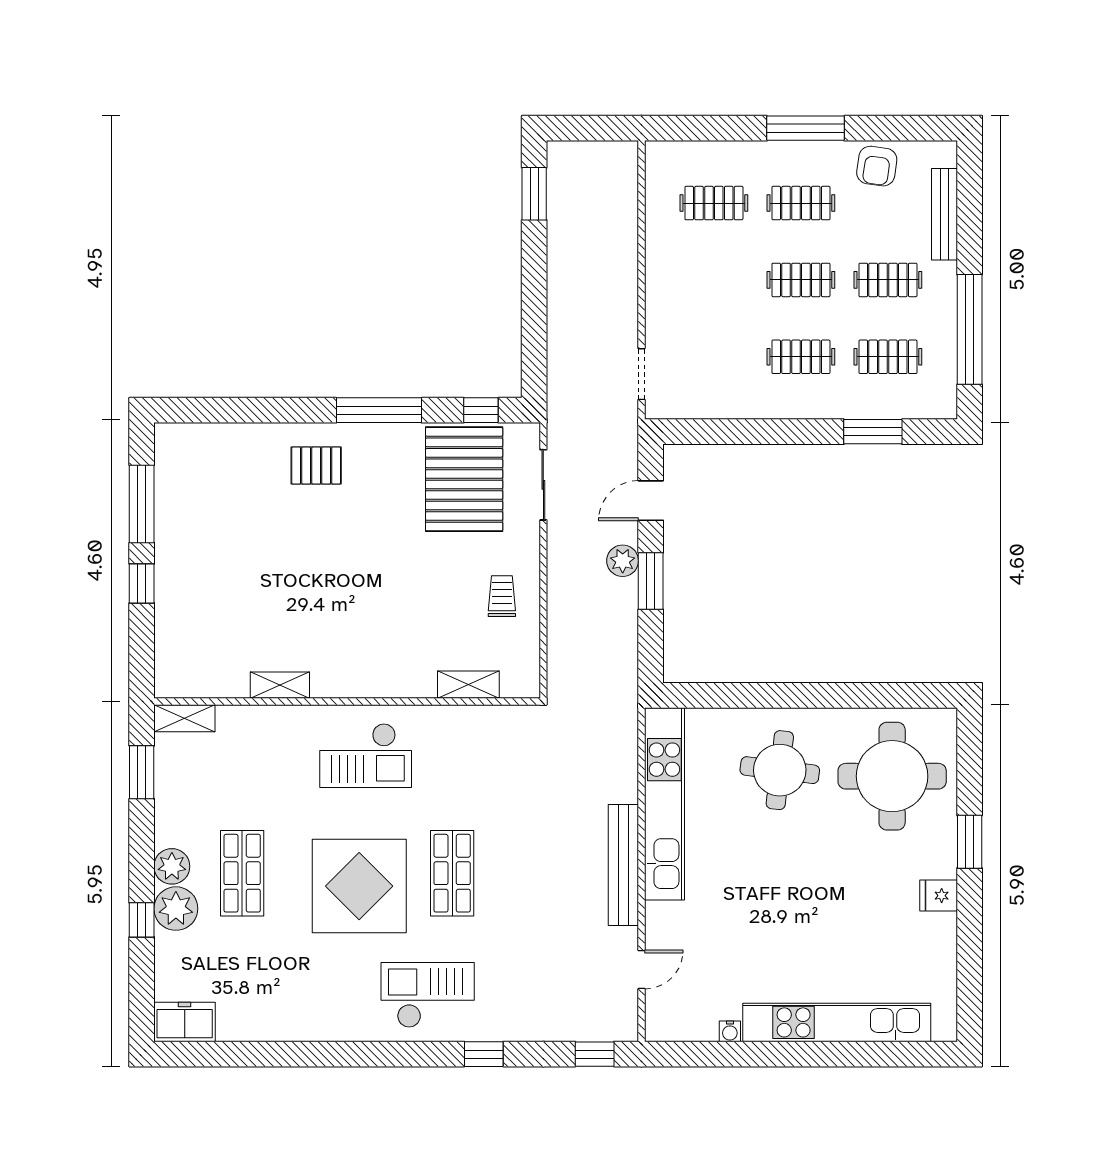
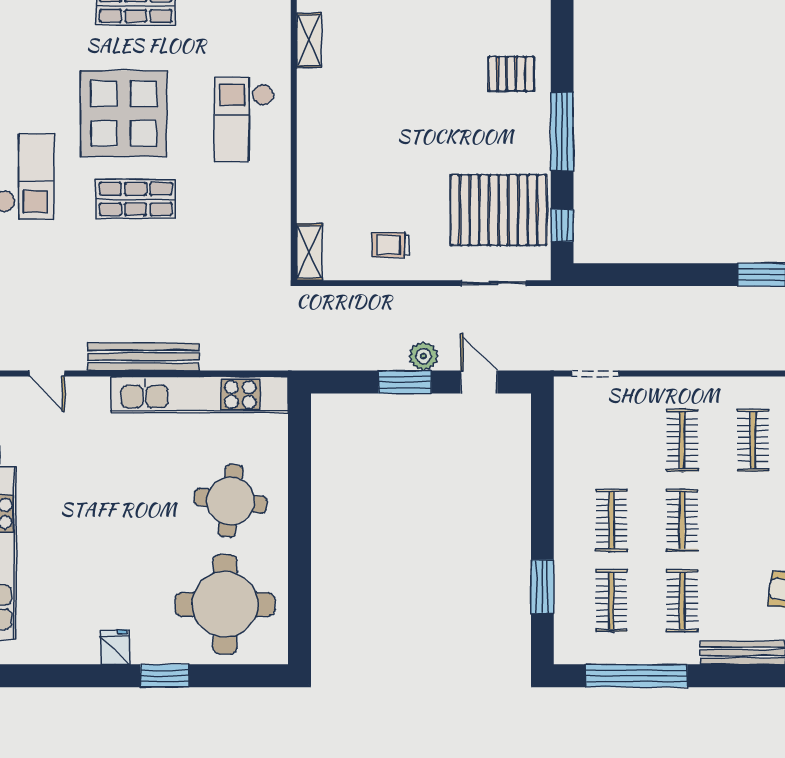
clothes rail: (801, 203) -> (682, 440), moved
pallet: (316, 465) -> (511, 74), turned 90
trolley: (502, 596) -> (391, 245), turned 180
shelving: (468, 685) -> (309, 252), moved

